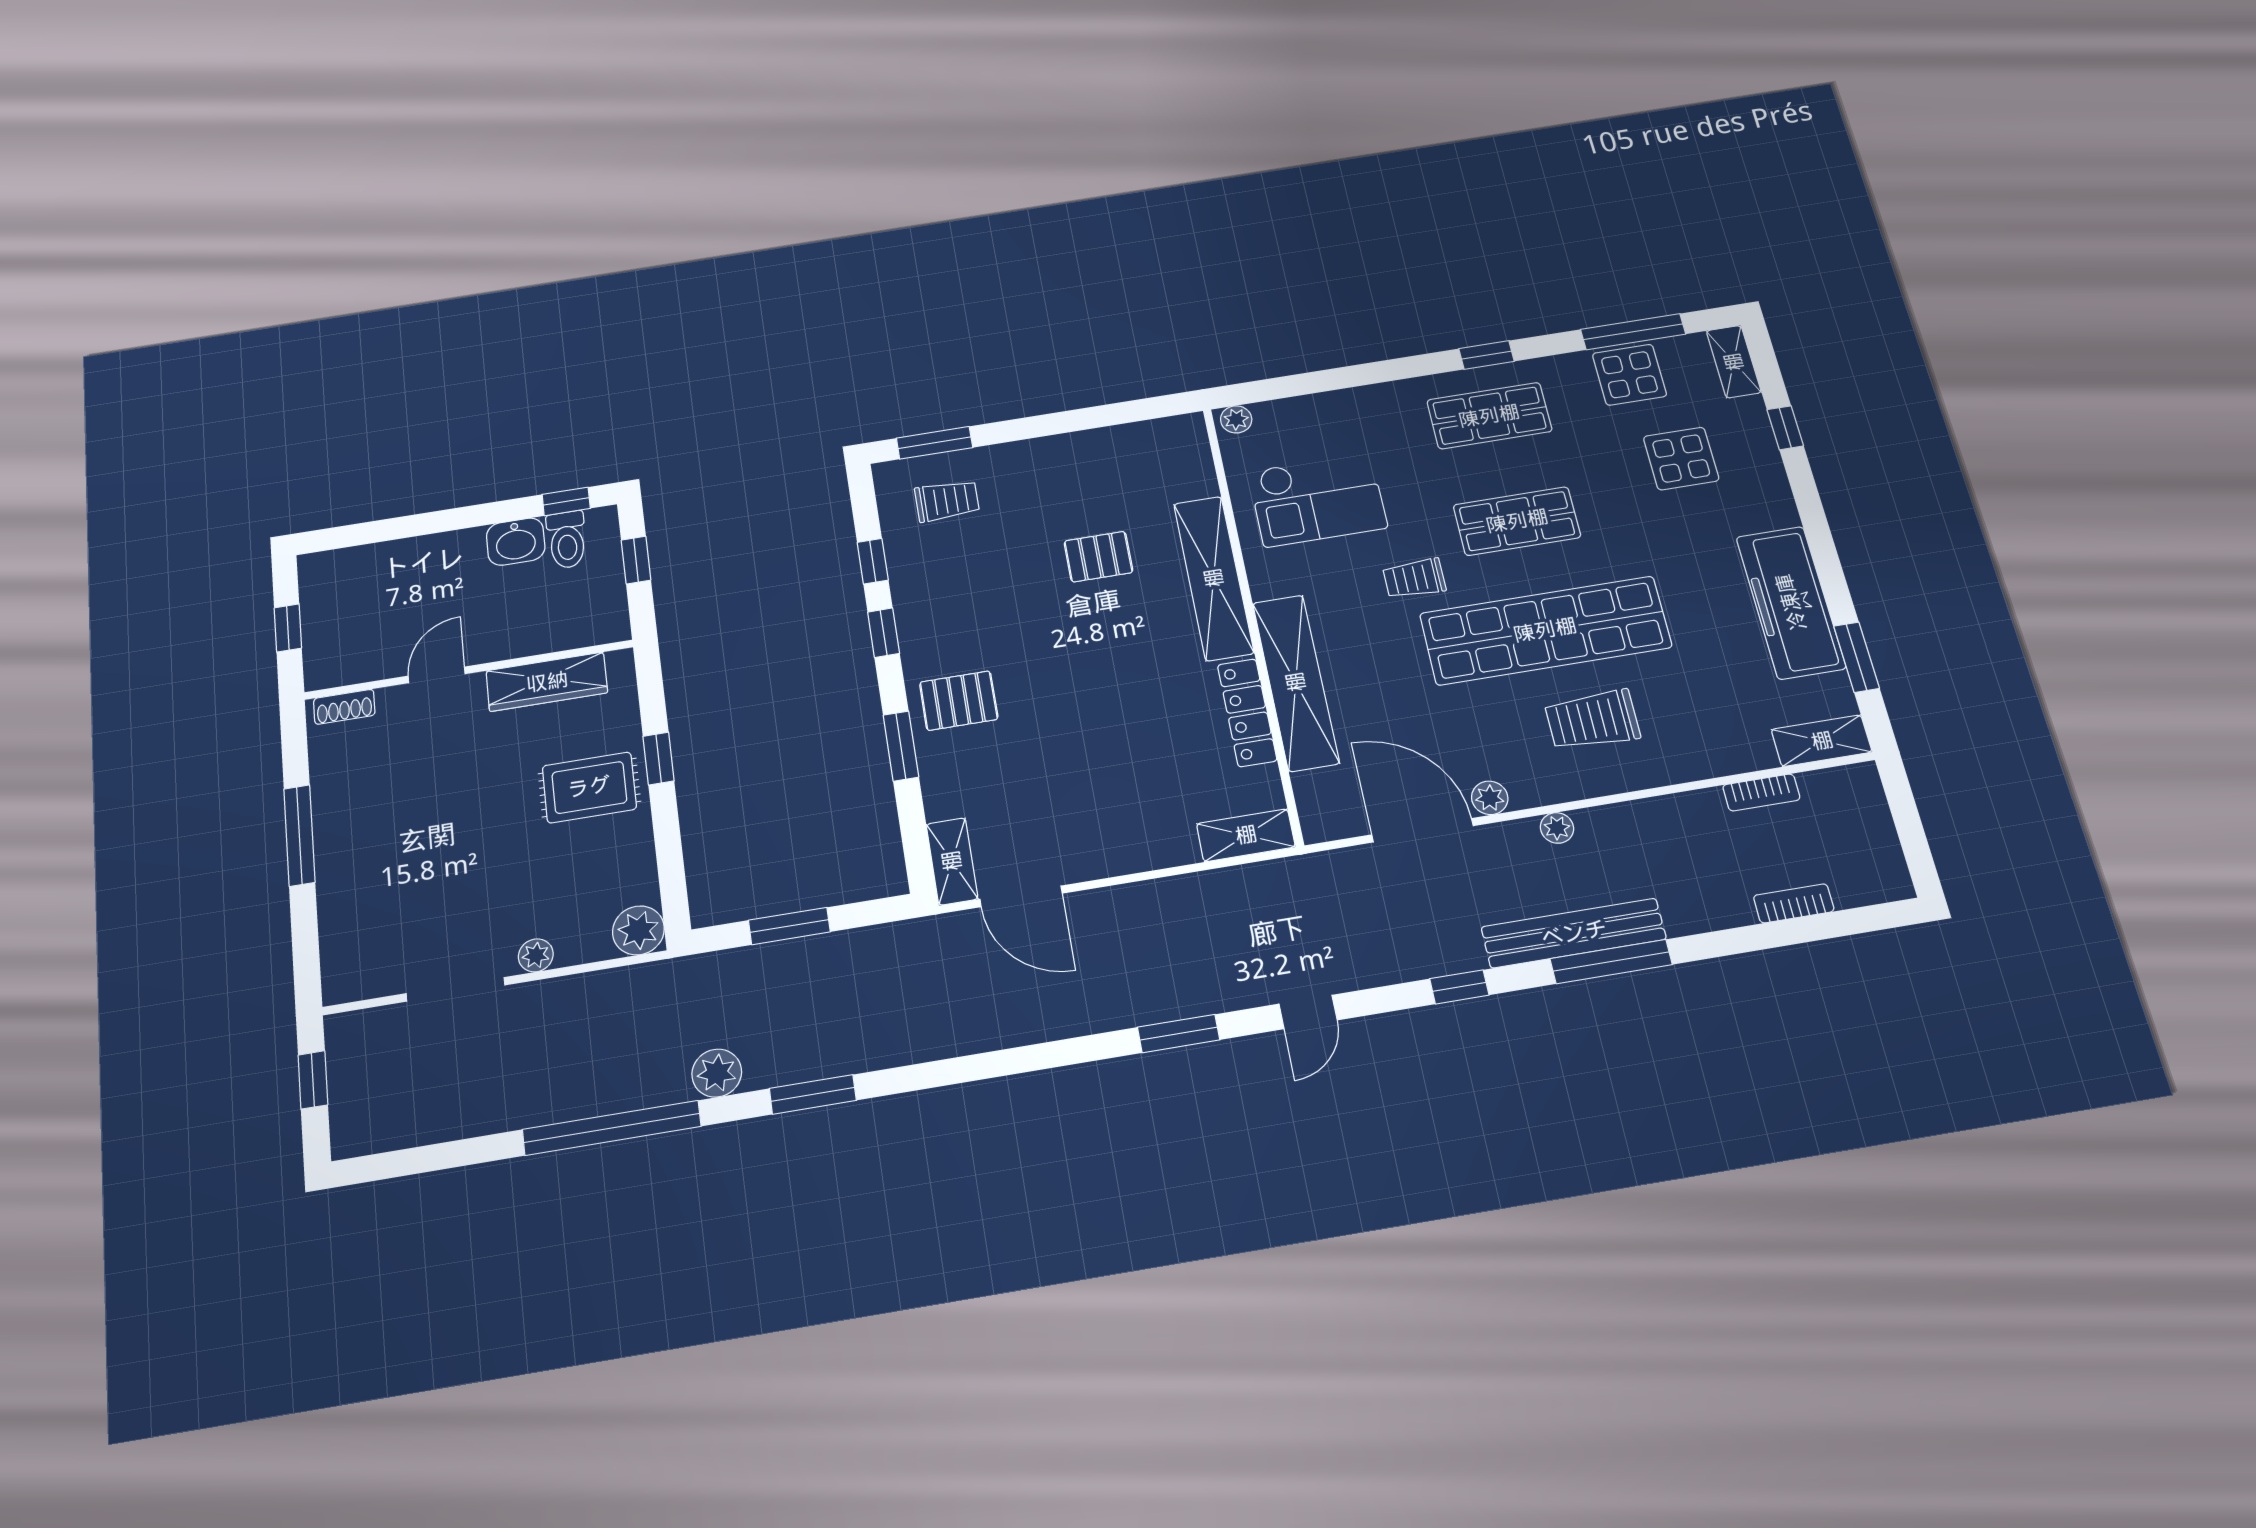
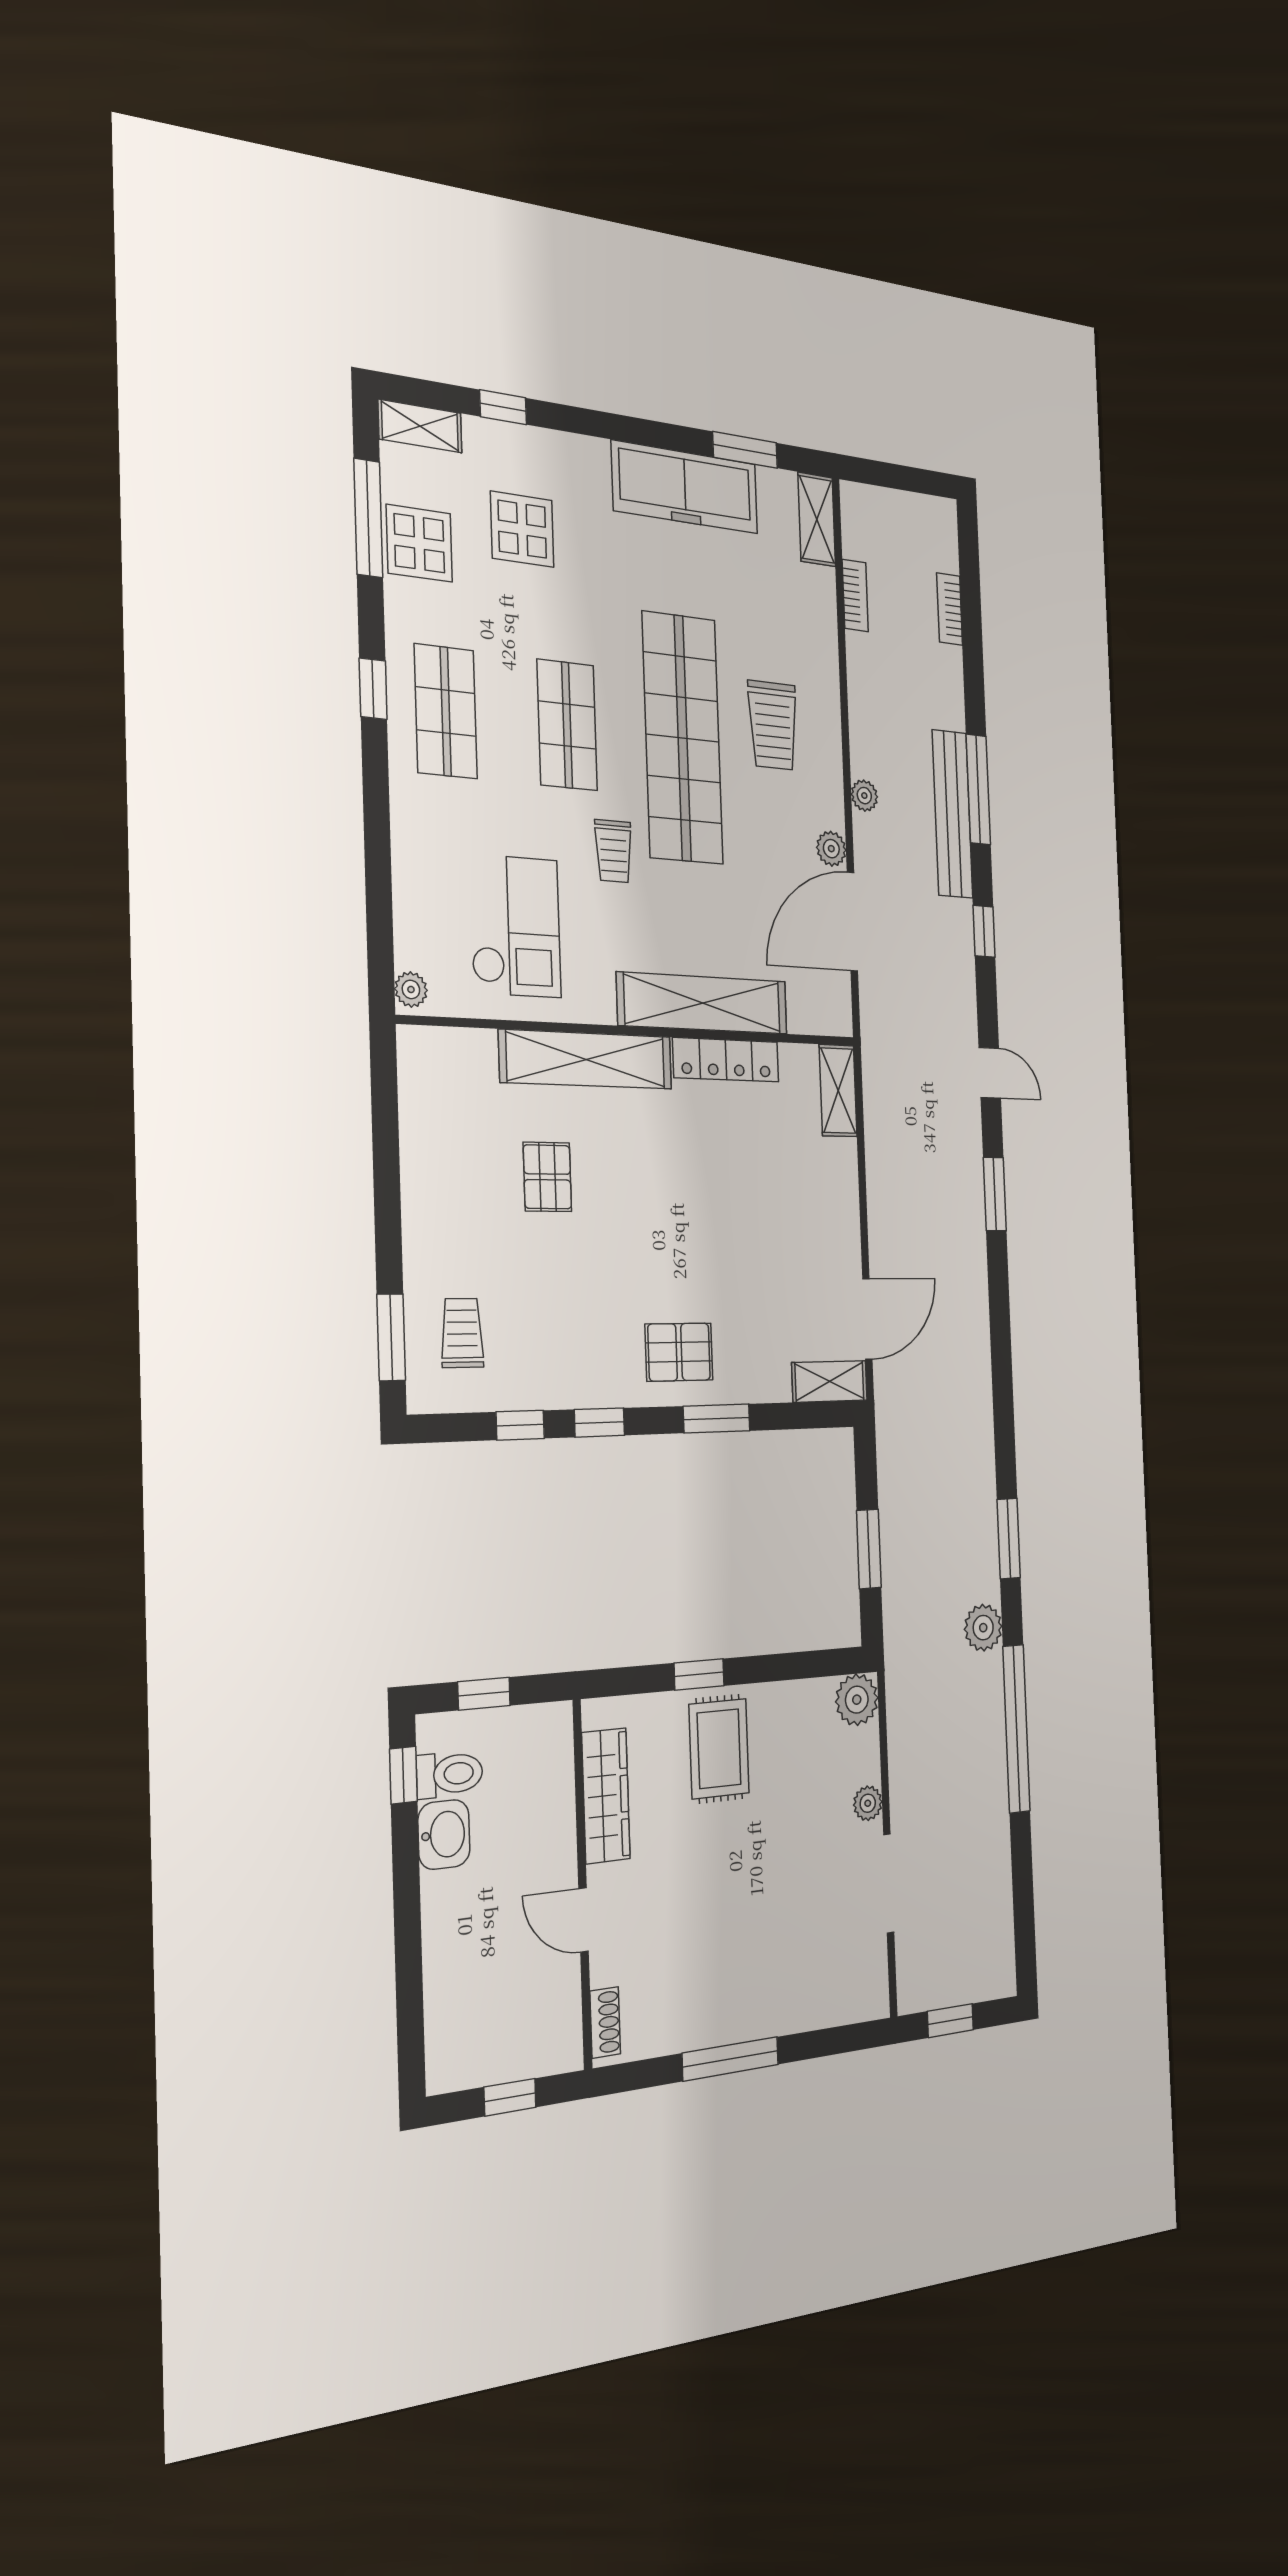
pallet: (959, 701) -> (679, 1352), turned 90

